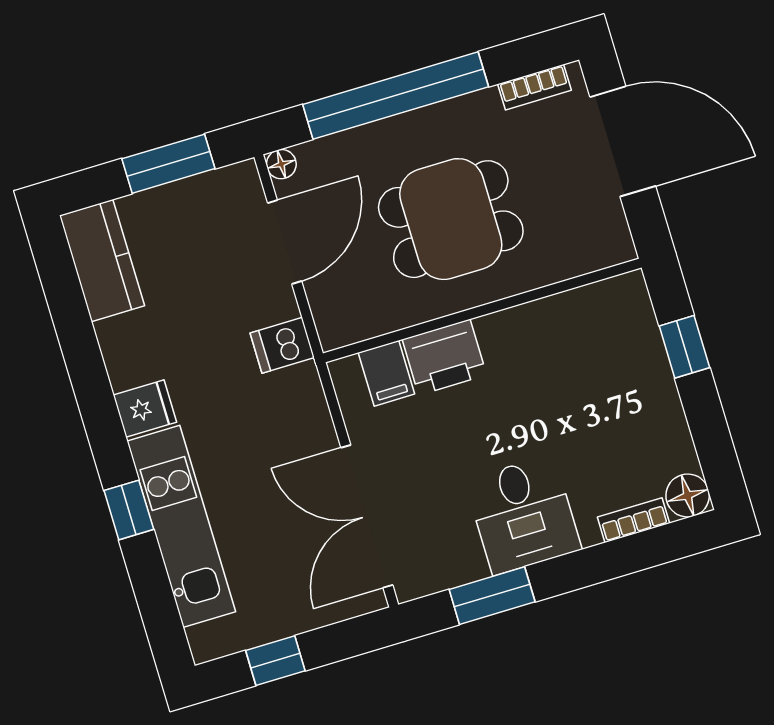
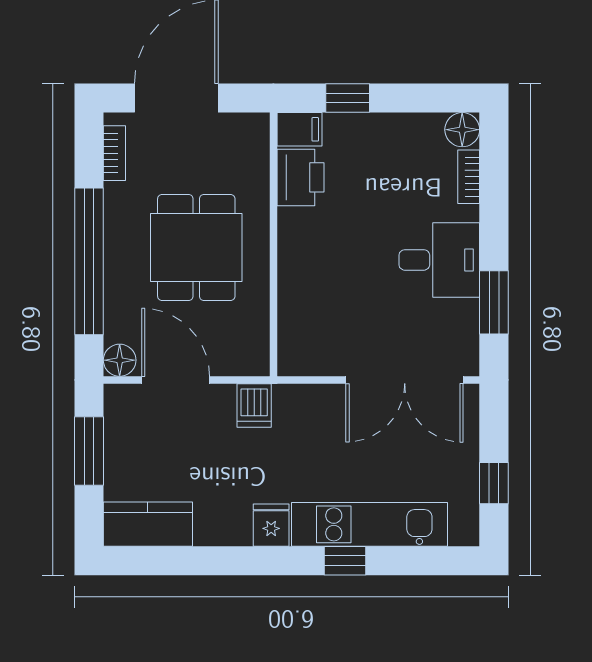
floor lamp: (281, 164) -> (120, 360), width x1.37, depth x1.37
printer: (444, 357) -> (300, 177), moved
filing cabinet: (386, 373) -> (300, 129), moved

